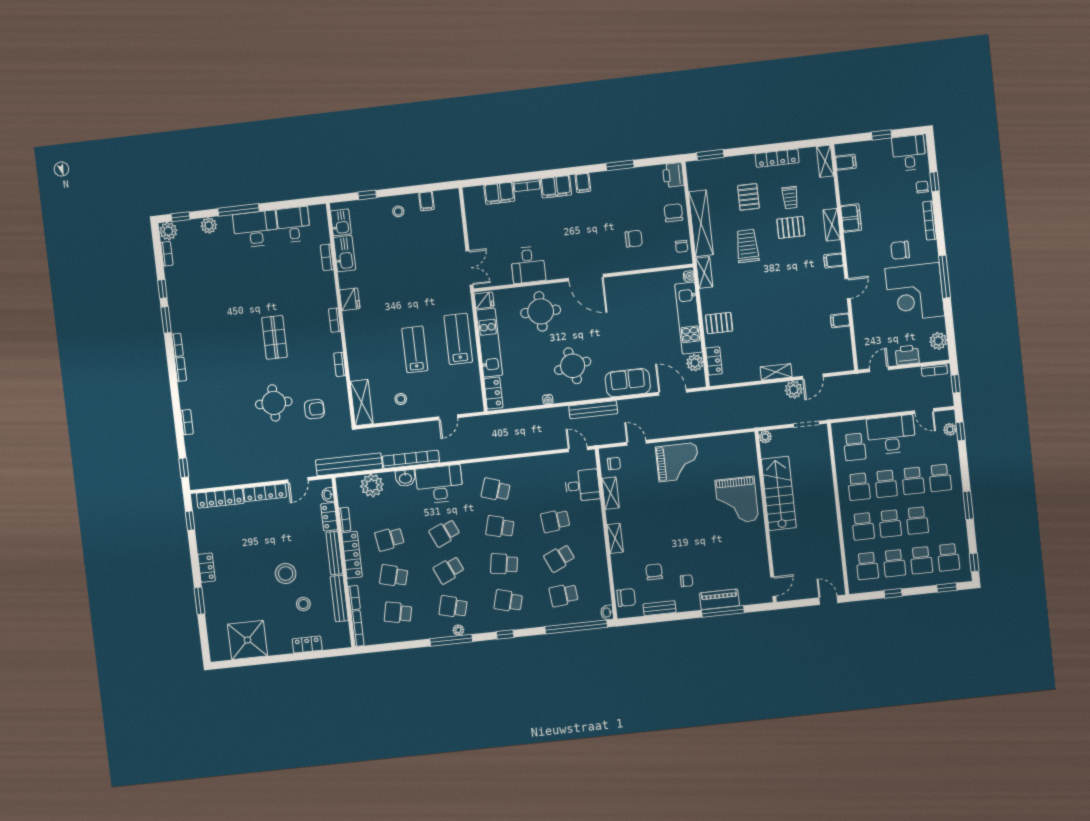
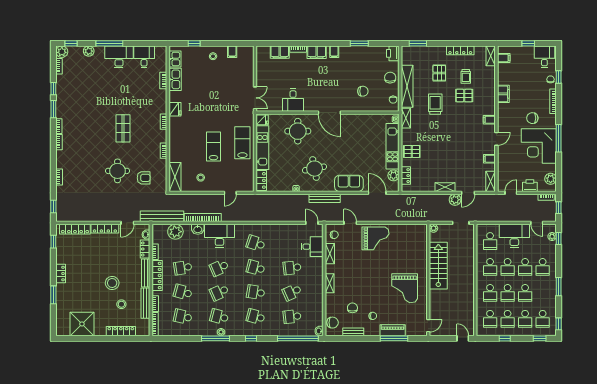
shelving: (832, 225) -> (491, 181), moved
grand piano: (737, 500) -> (405, 288), moved
locker: (307, 644) -> (121, 331), width x1.53

